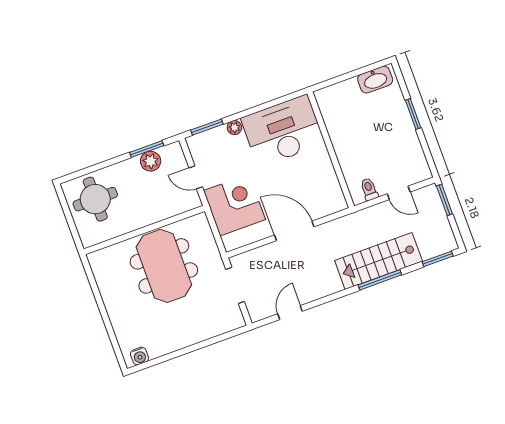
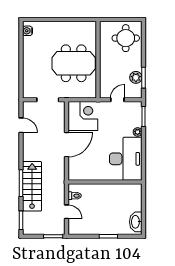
door: (399, 193) -> (67, 212), swing flipped
corner desk: (234, 205) -> (83, 116), moved, turned -90

